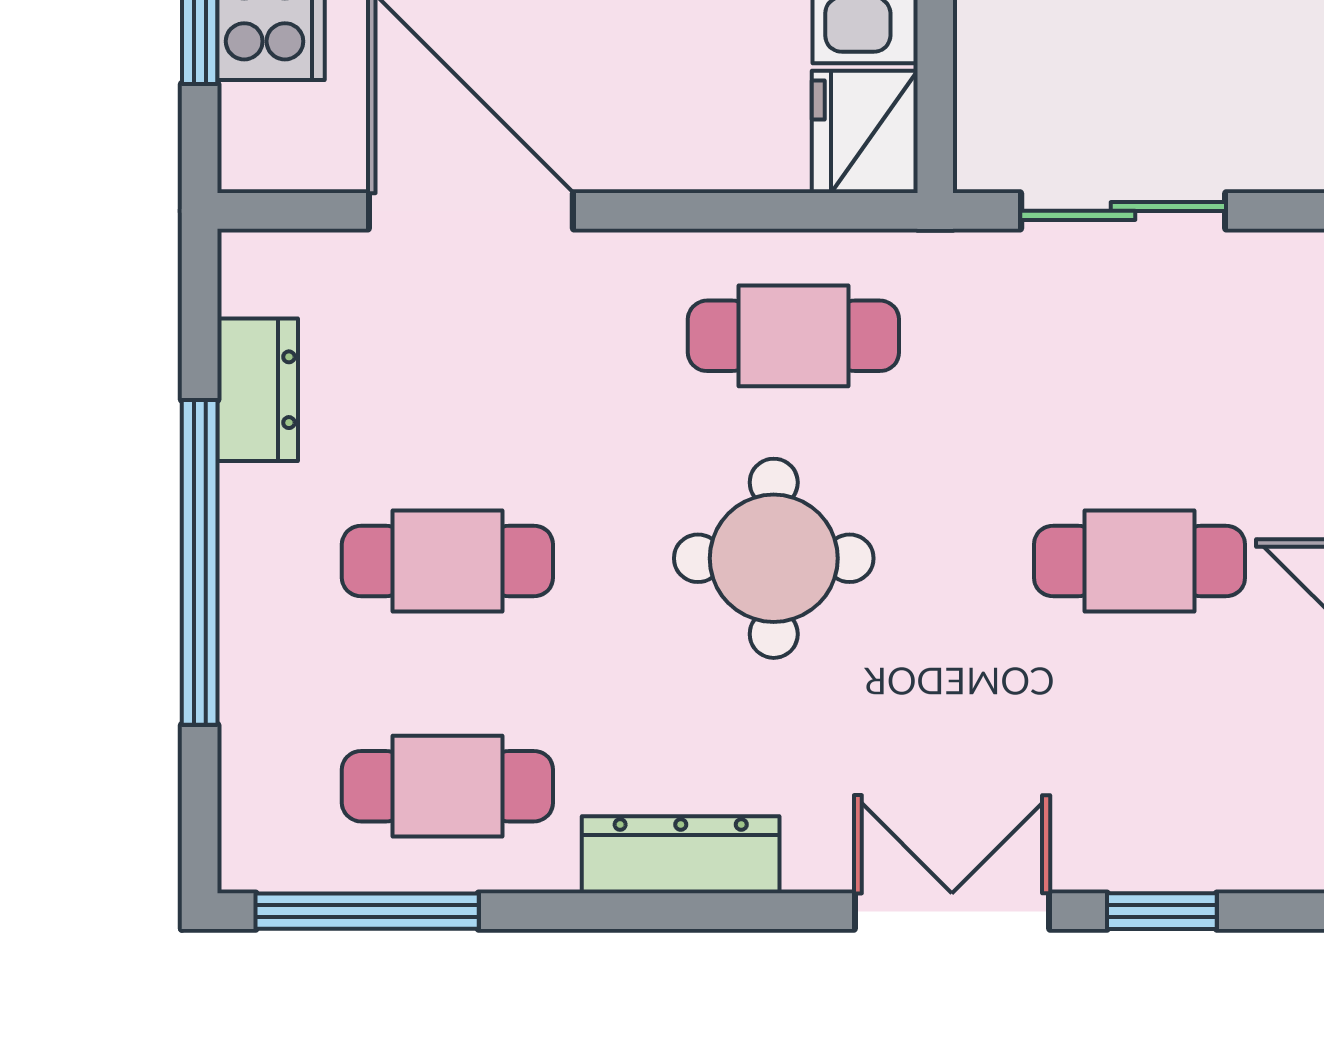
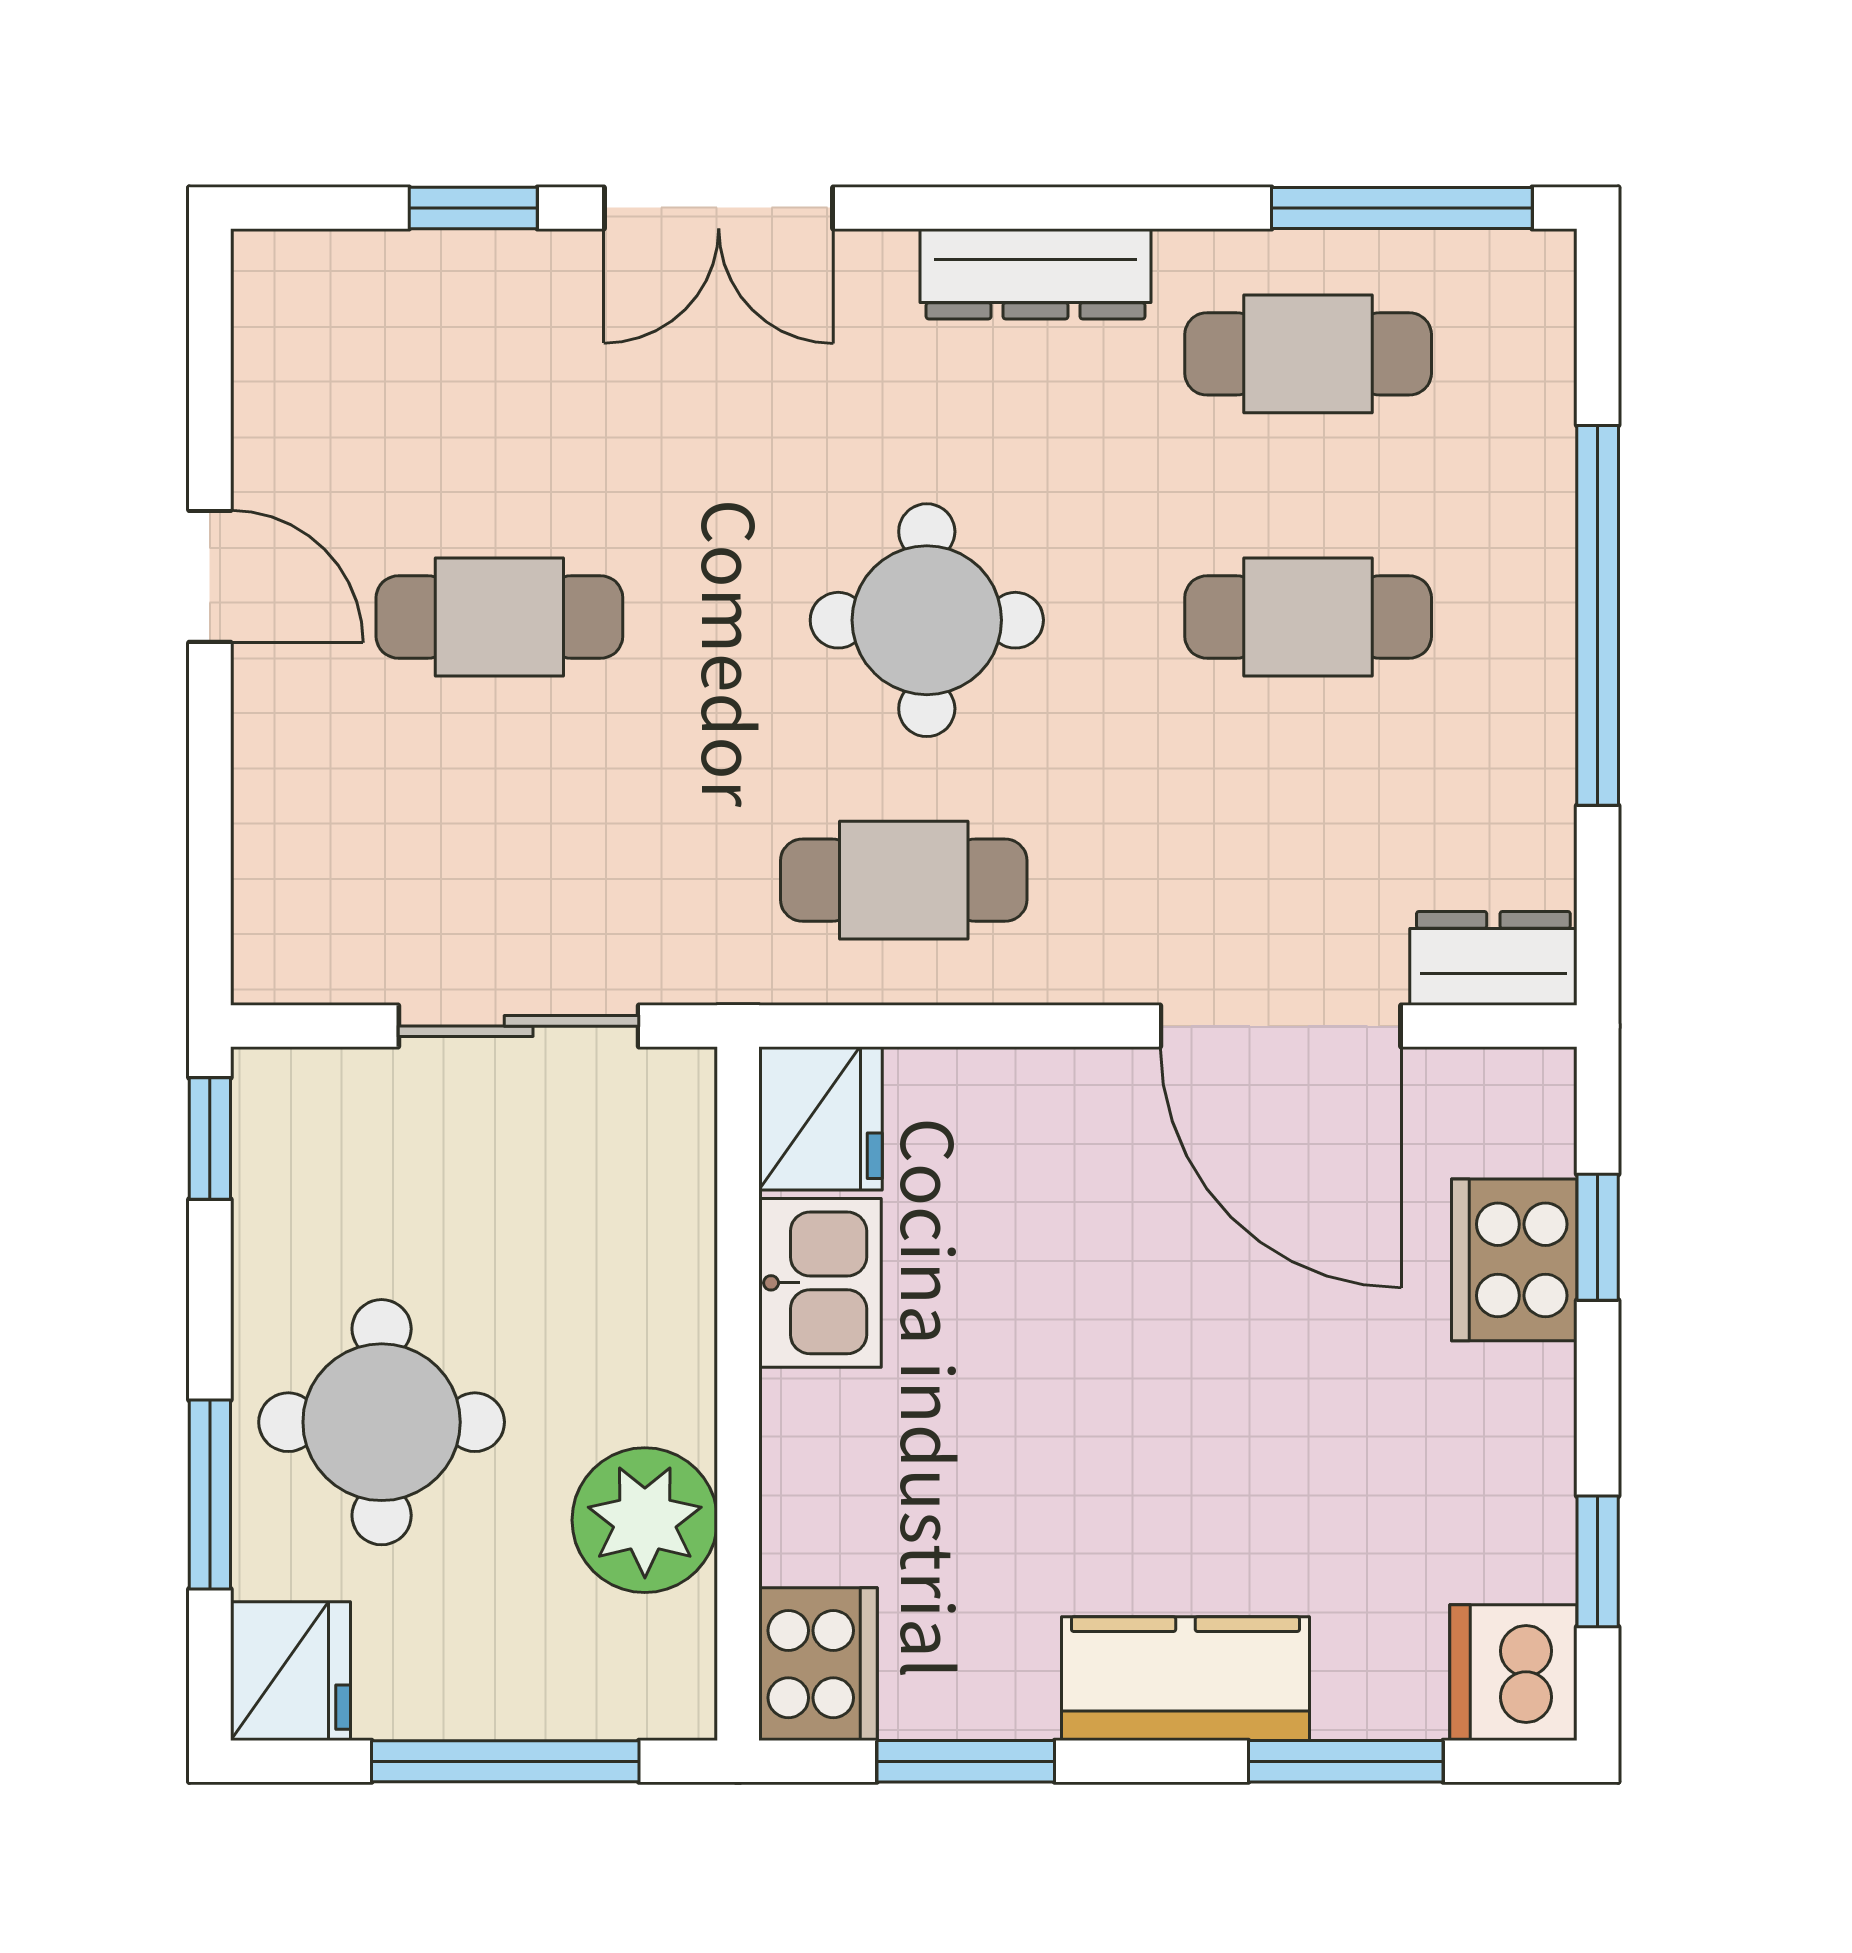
dresser: (258, 390) -> (1493, 958), moved, turned 90

